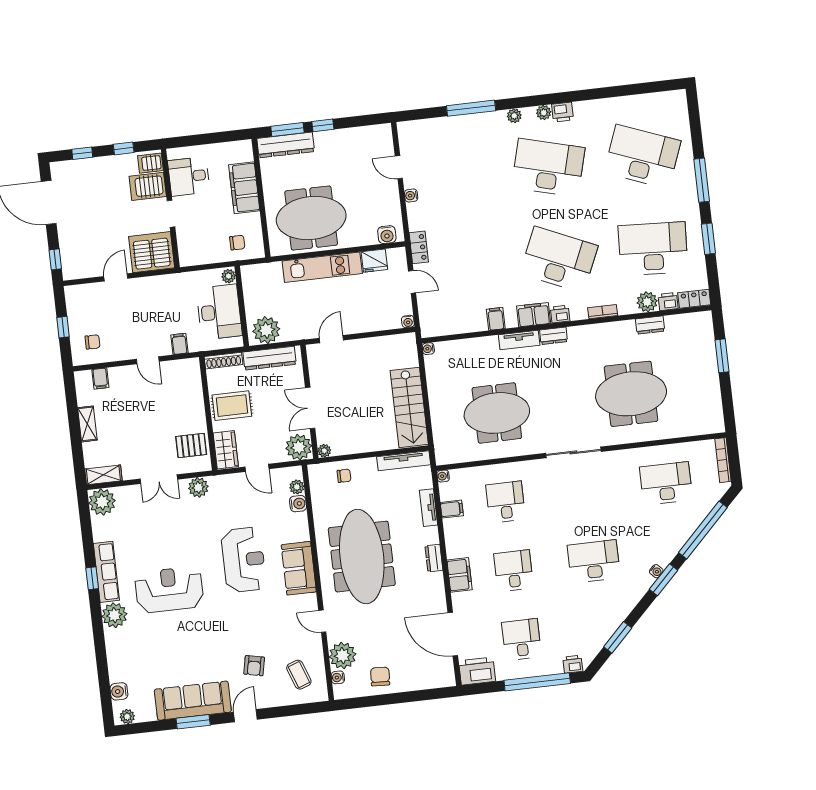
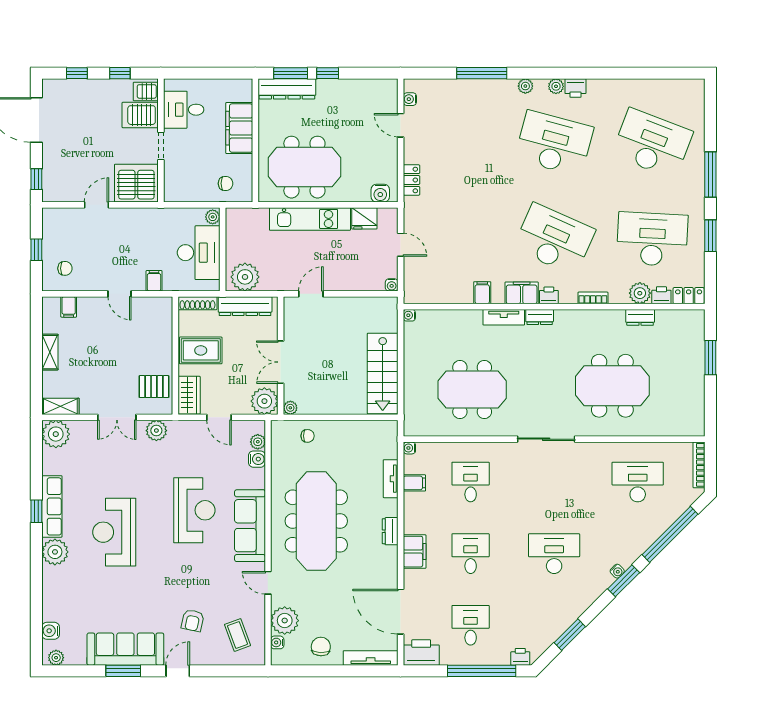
water cooler: (411, 195) -> (410, 99), moved
locker: (419, 247) -> (412, 180), moved
tv unit: (404, 461) -> (371, 658), moved, turned 180
sofa: (299, 568) -> (250, 526), width x1.36
reception desk: (169, 590) -> (114, 532), turned -90

